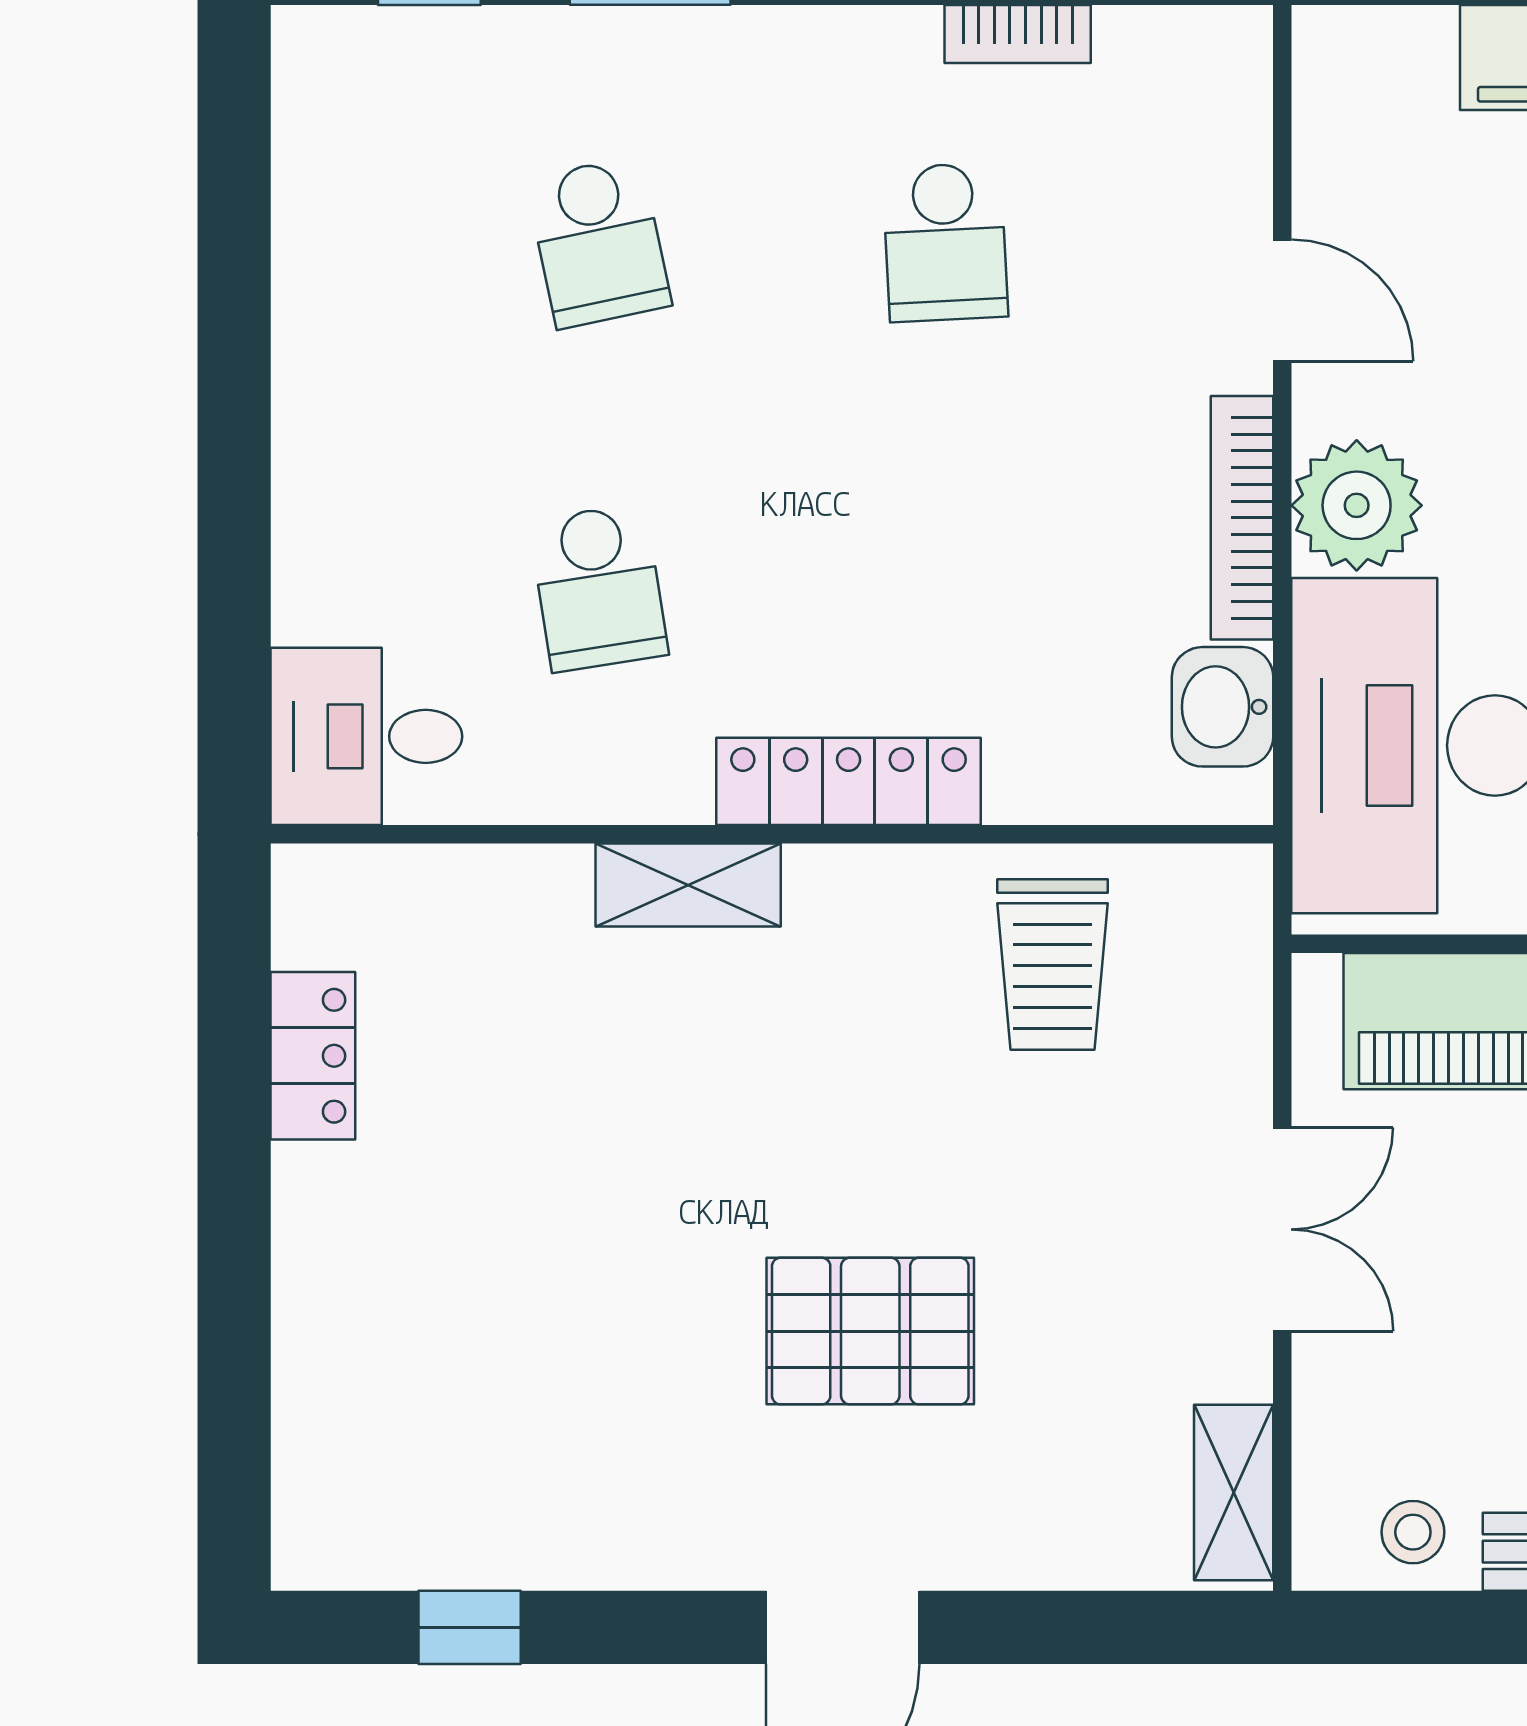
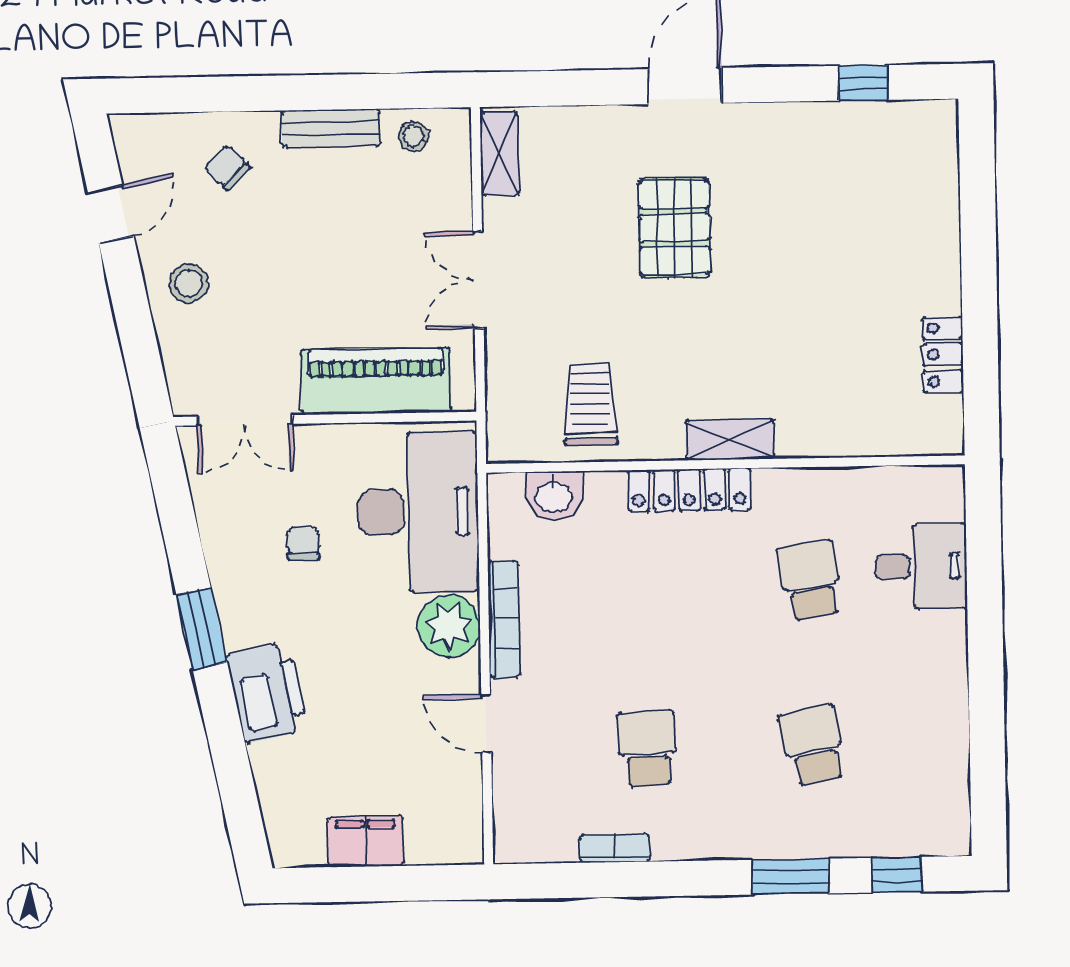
washbasin: (1223, 707) -> (554, 496), moved, turned 90
desk: (366, 736) -> (921, 566), moved
shelving: (688, 885) -> (730, 440), moved
pallet: (870, 1331) -> (674, 228), turned 90

